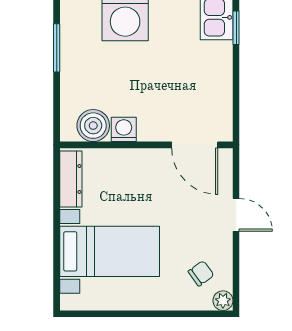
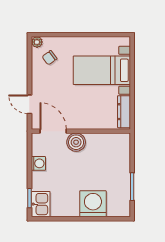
boiler: (93, 126) -> (76, 142), moved
washing machine: (124, 129) -> (38, 163), moved, turned -90
door: (236, 215) -> (29, 104), moved

